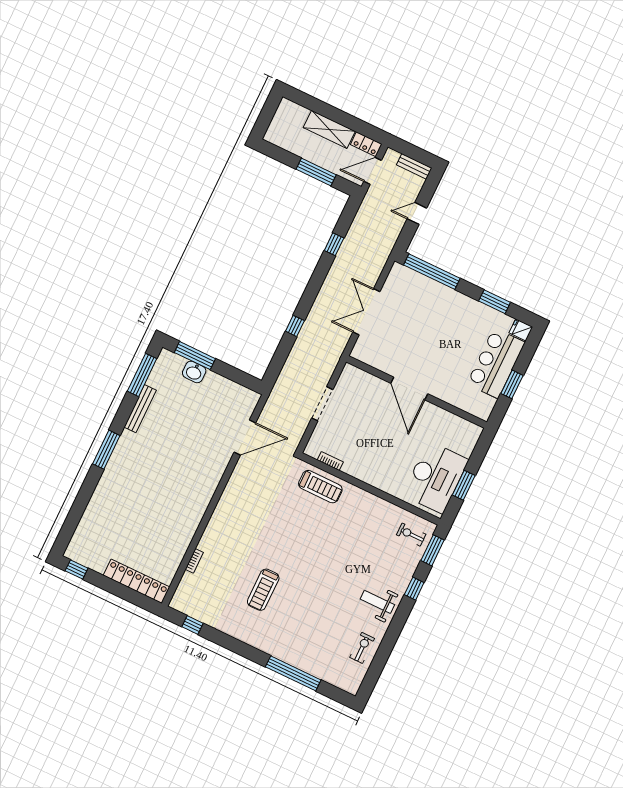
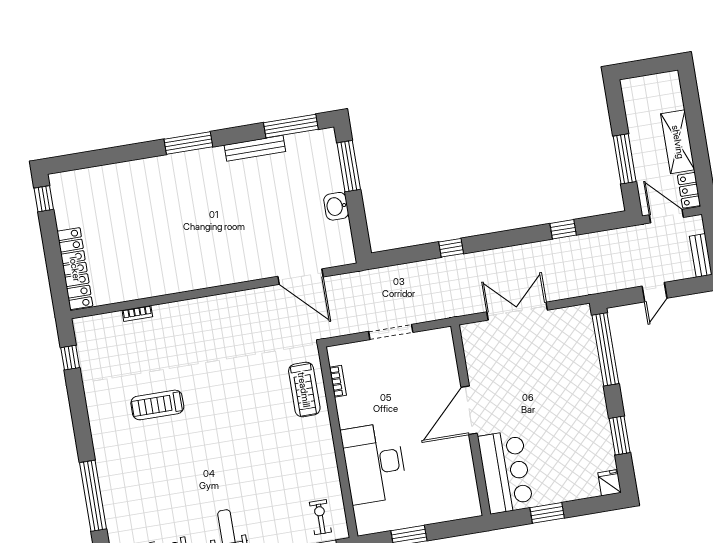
door: (417, 213) -> (655, 292), swing flipped
bar counter: (496, 363) -> (506, 472), moved, turned 90
washbasin: (194, 372) -> (336, 206), moved
desk: (435, 477) -> (374, 463), moved, turned 90

